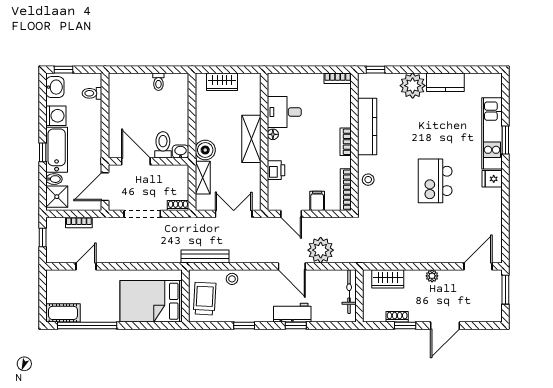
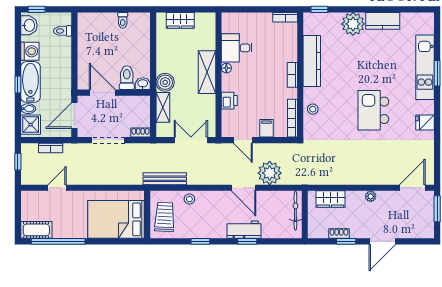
fridge: (492, 179) -> (425, 122), moved

